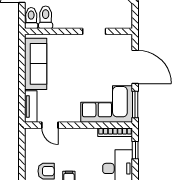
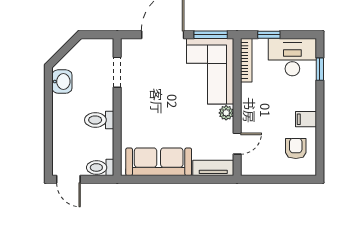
toilet: (46, 17) -> (99, 120), moved
doorway: (94, 31) -> (117, 72), moved
plant: (74, 117) -> (226, 113), added

